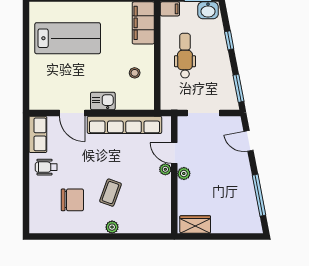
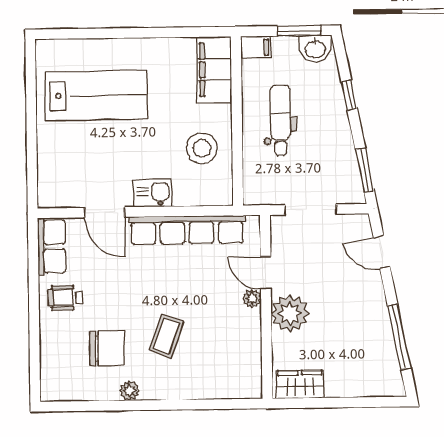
stool: (135, 73) -> (202, 148), width x1.89, depth x1.89
plant: (184, 174) -> (290, 313), width x1.87, depth x1.87
plant: (112, 227) -> (130, 391), moved

